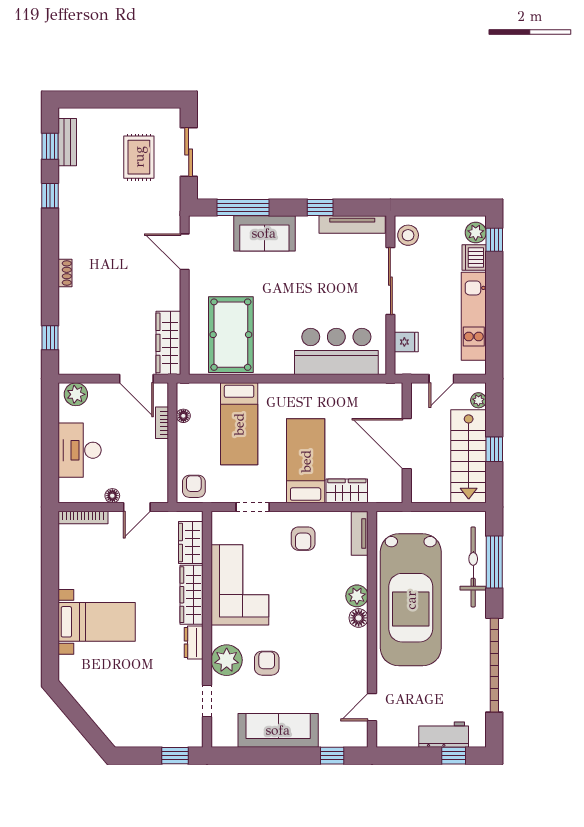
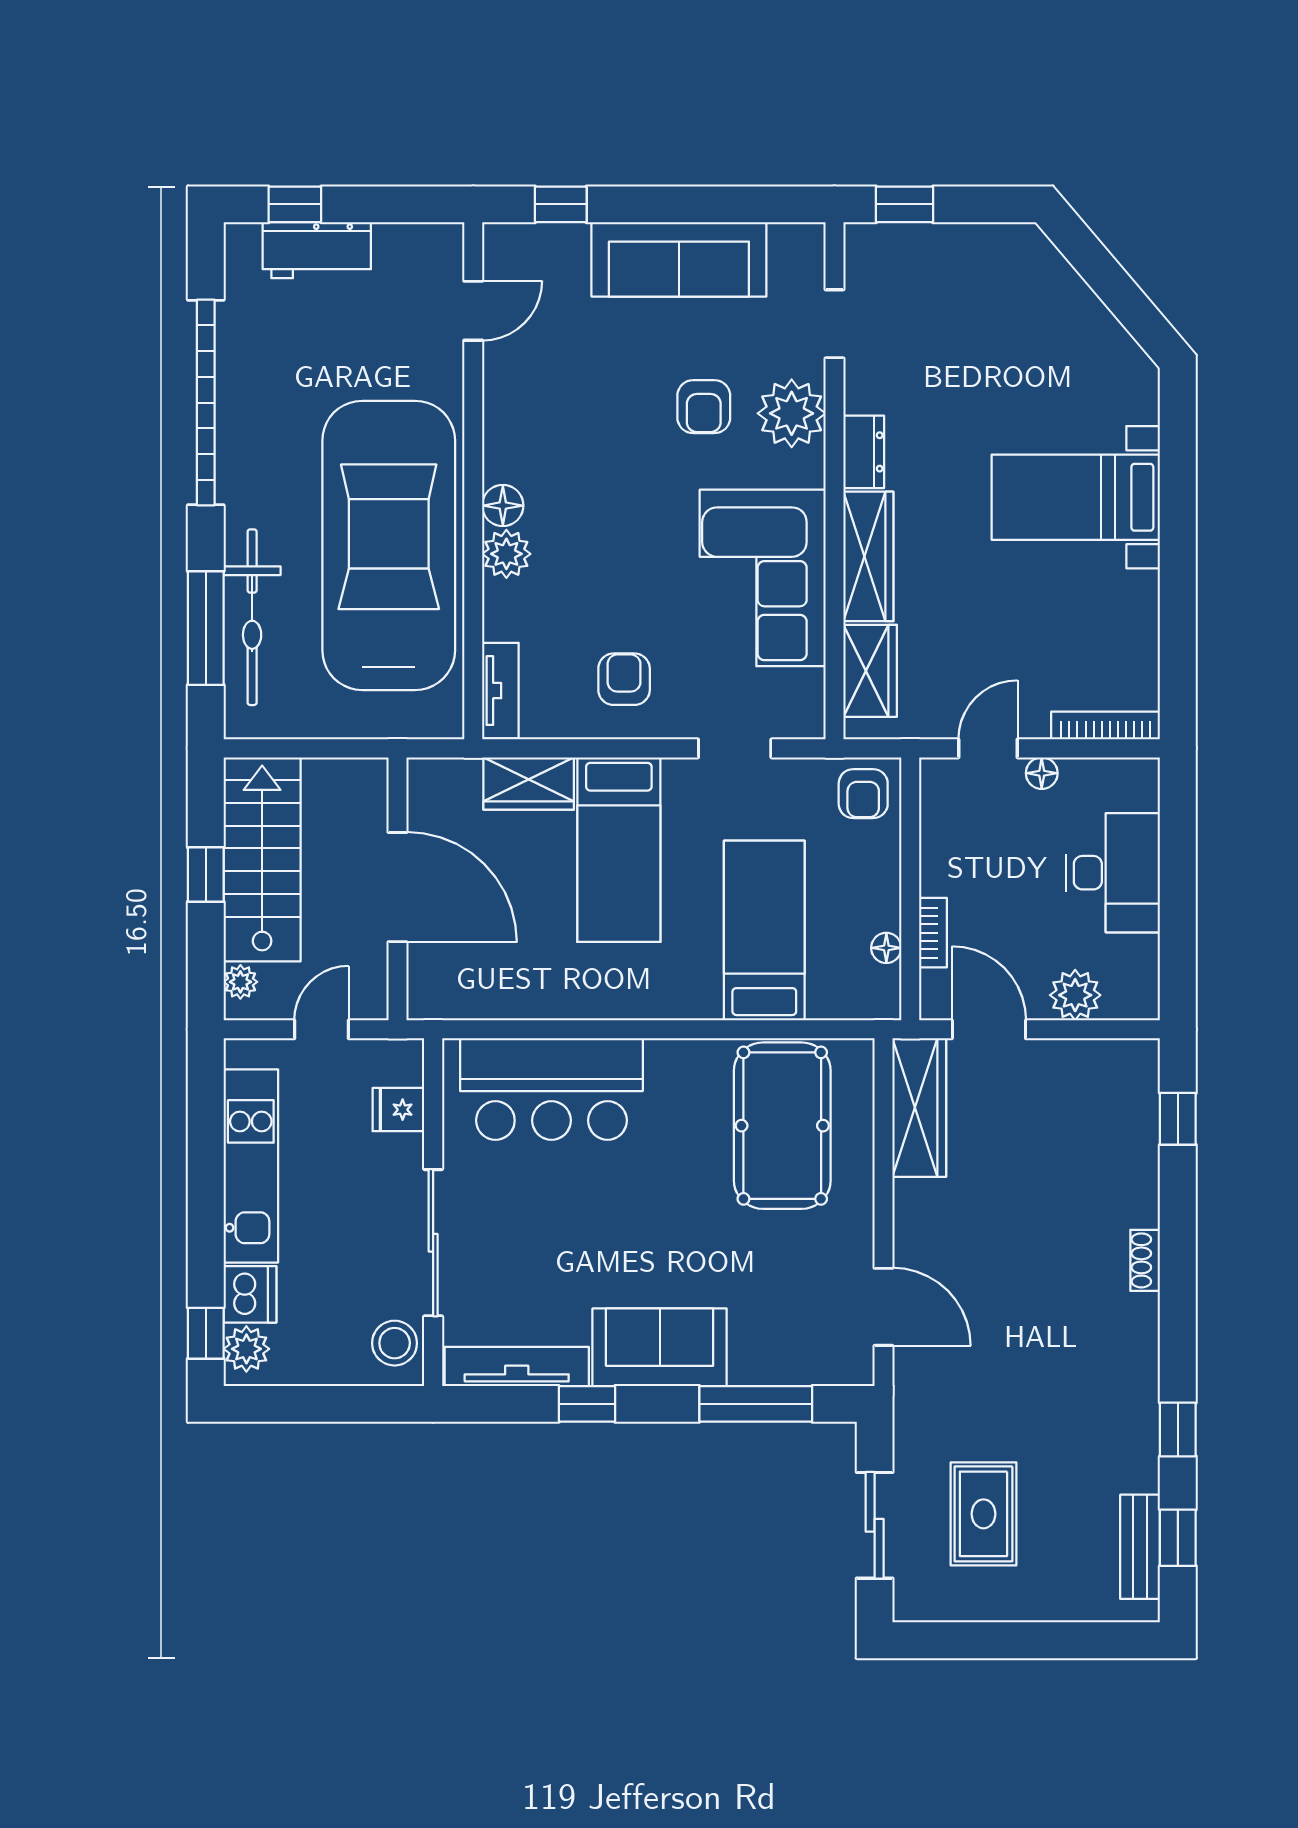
sofa: (264, 233) -> (660, 1347), moved
plant: (76, 394) -> (1075, 995), moved

